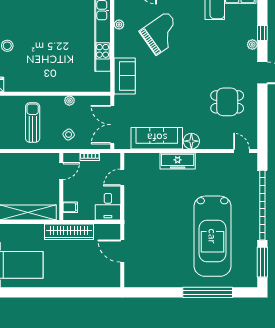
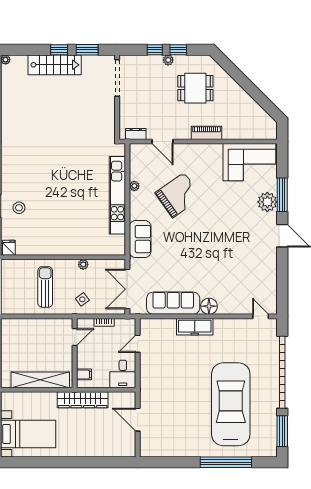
window: (262, 33) -> (282, 195), width x2.17
plant: (252, 45) -> (267, 202), width x1.87, depth x1.87
dining table: (227, 102) -> (246, 266), removed
car: (213, 236) -> (231, 404), turned 180

